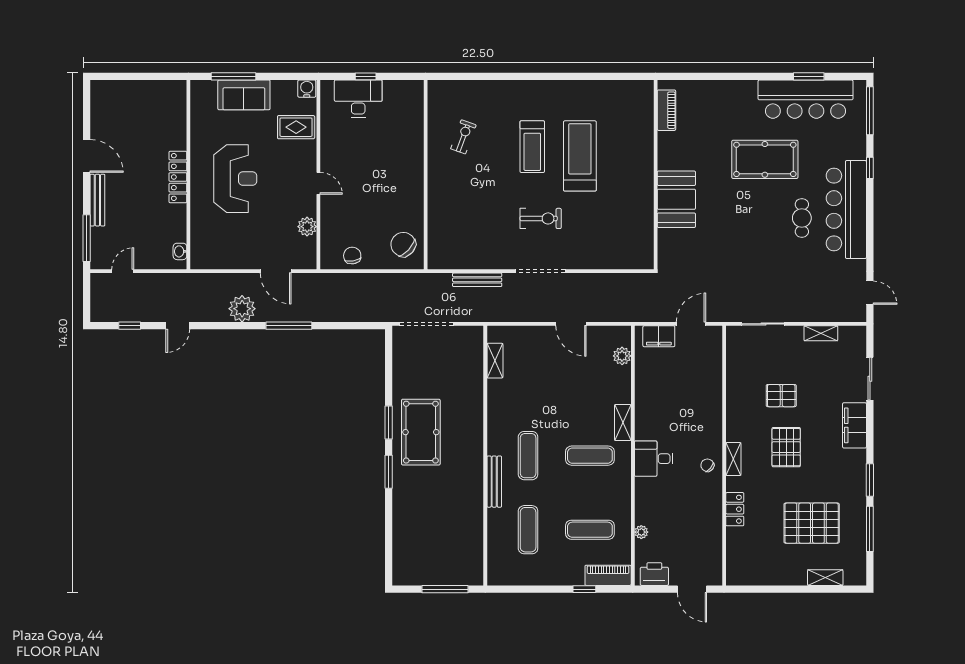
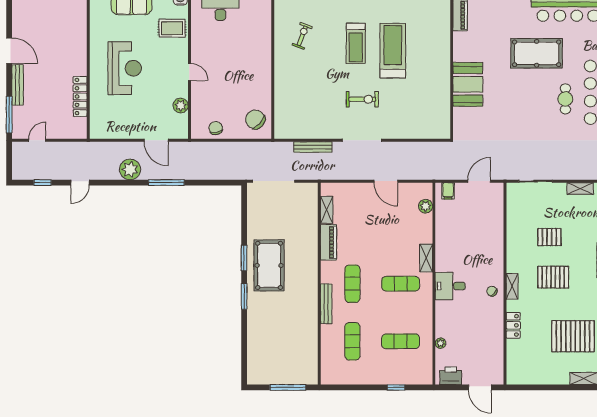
locker: (178, 177) -> (80, 97), moved
washbasin: (180, 251) -> (82, 125), removed
filing cabinet: (659, 336) -> (448, 191), width x0.50
pallet: (786, 447) -> (553, 277), turned 90
piano: (608, 575) -> (329, 242), moved, turned 90

